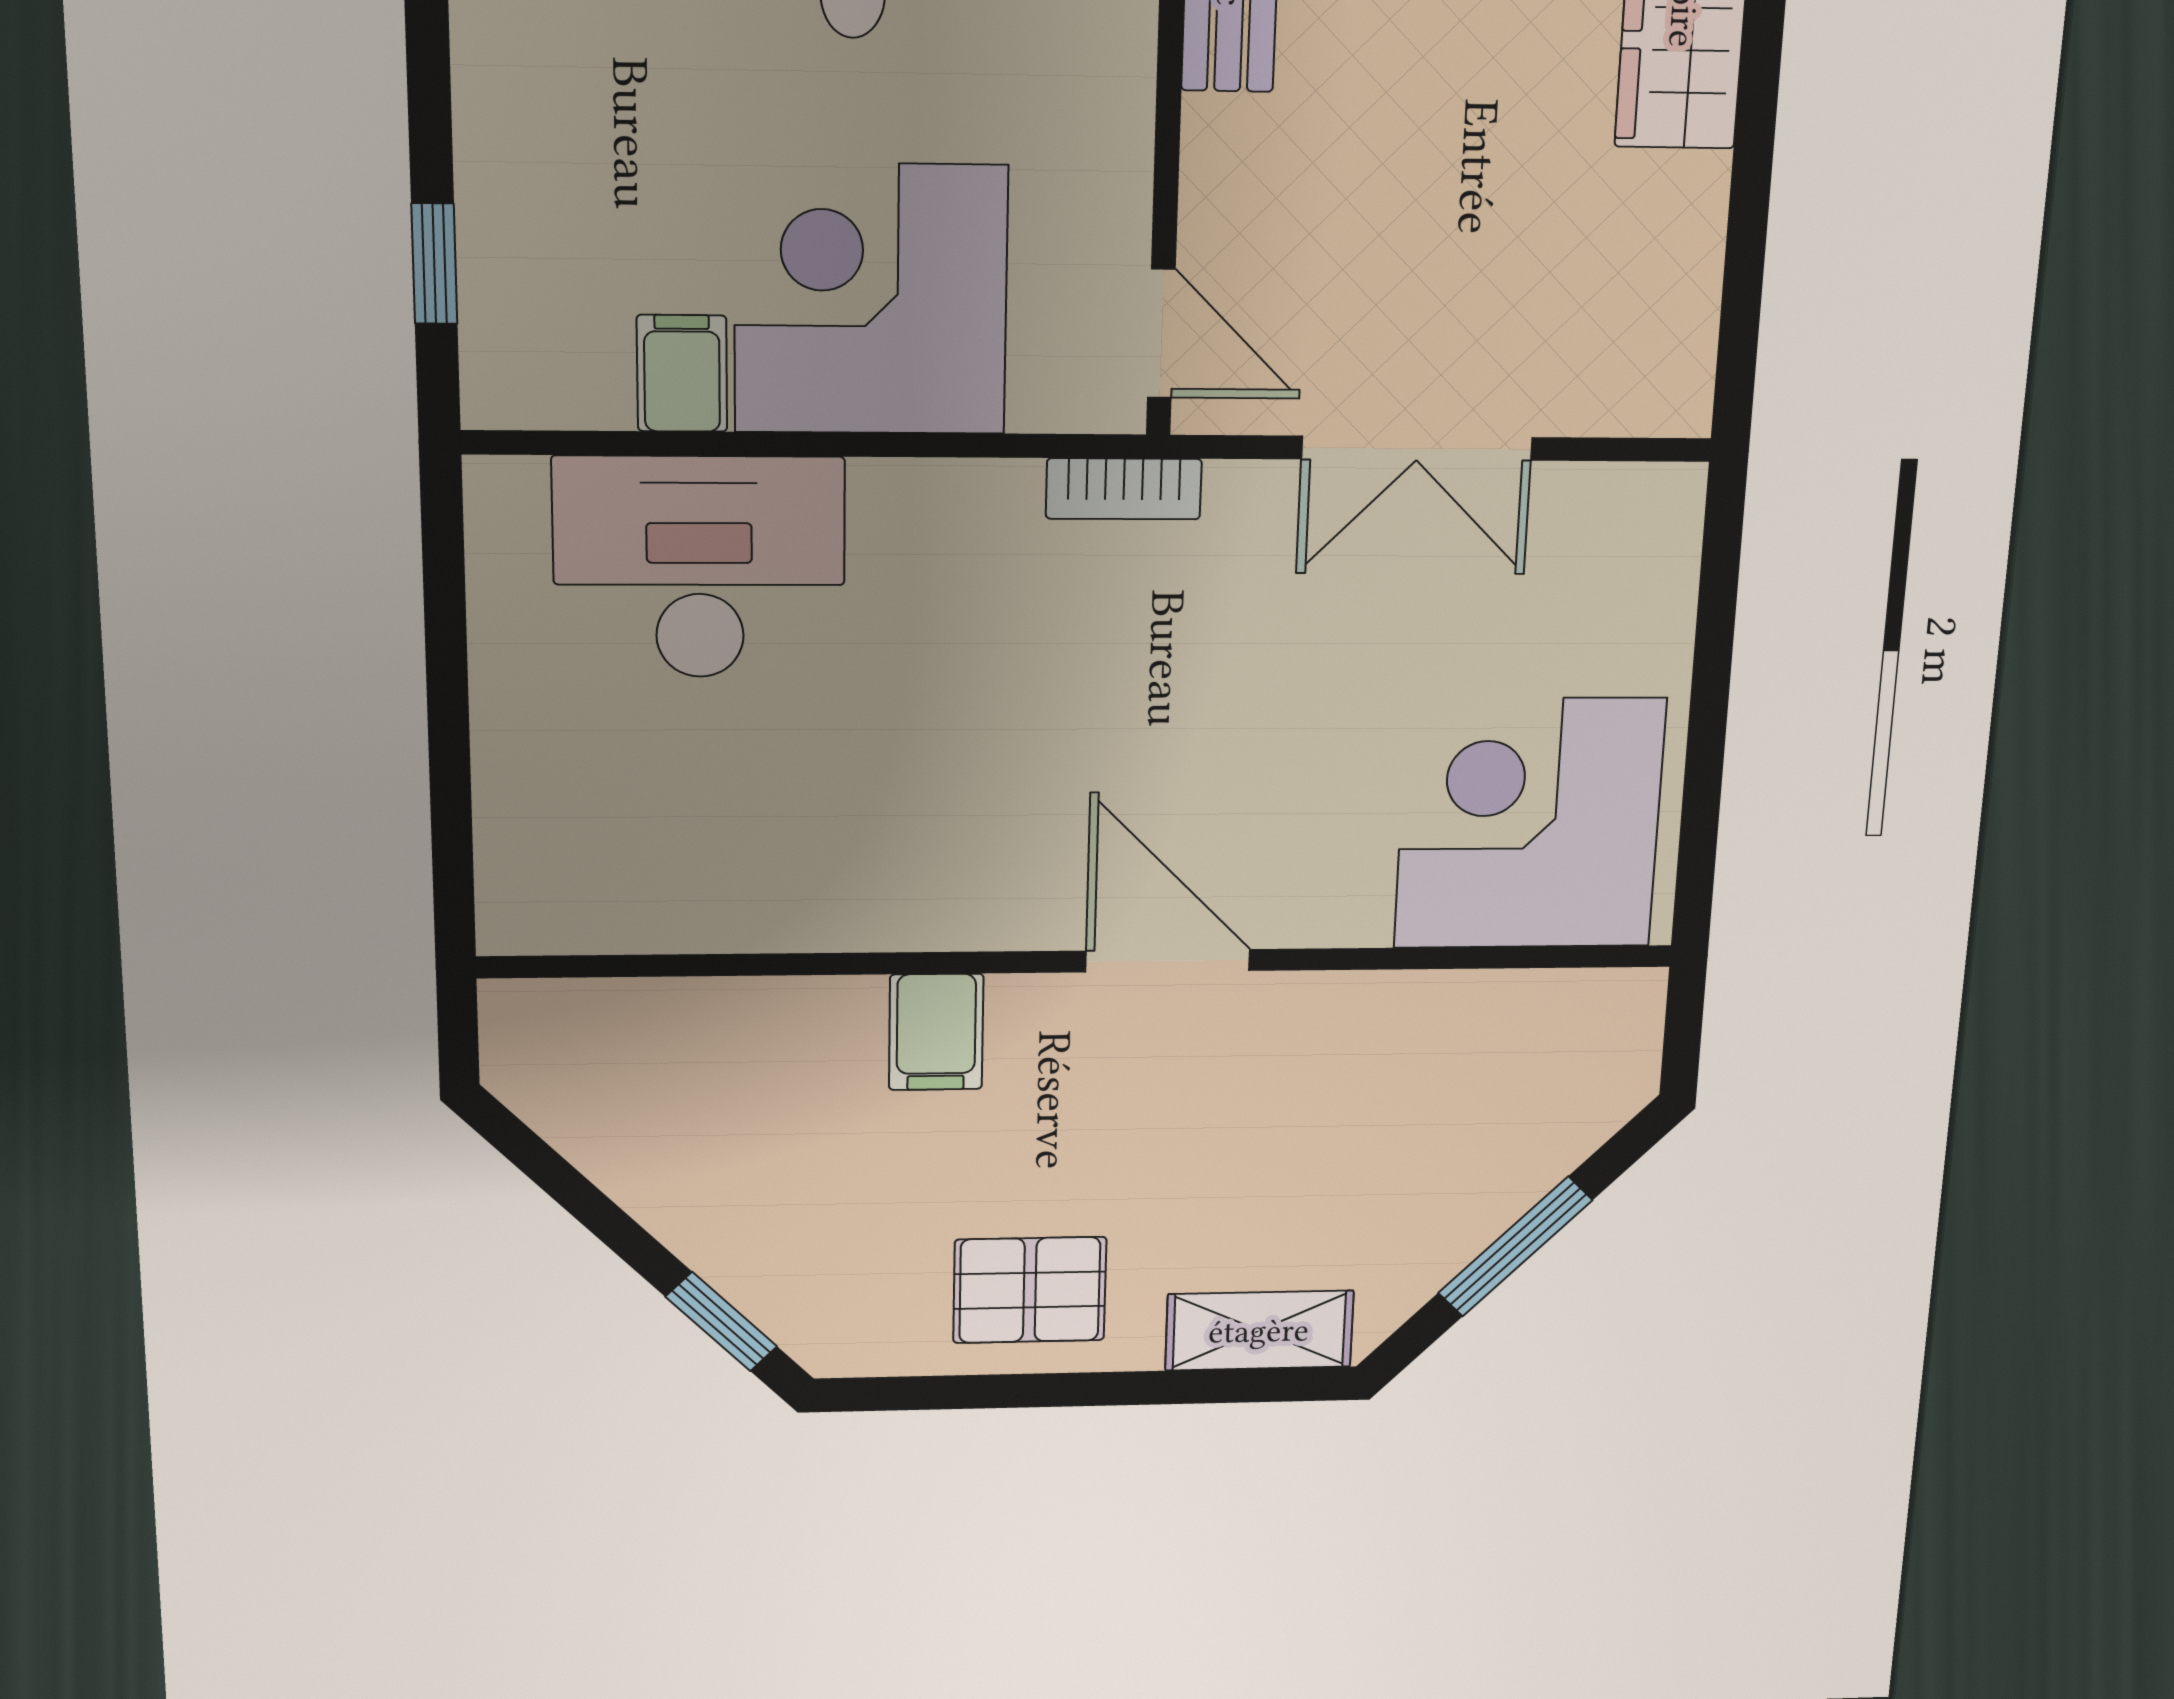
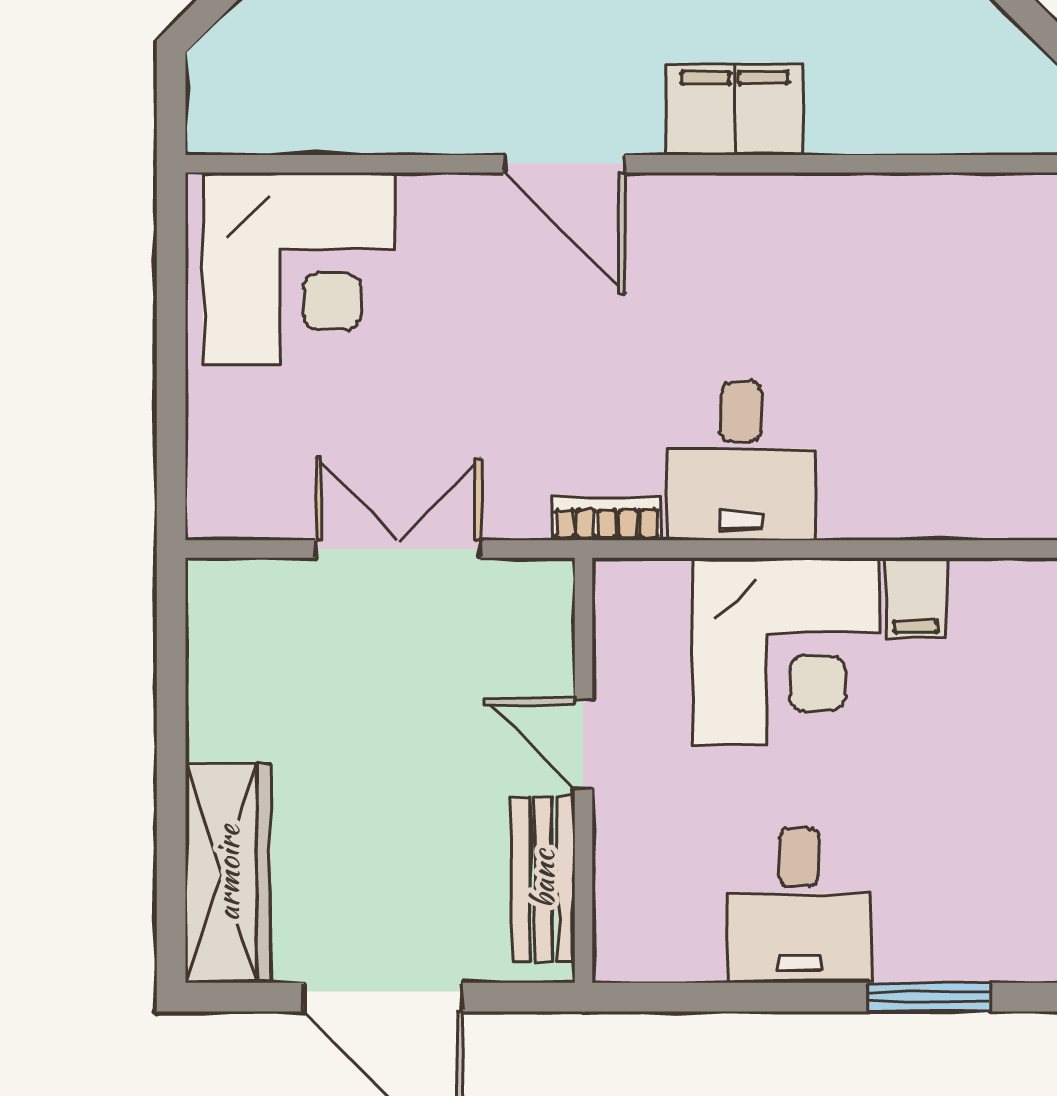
door: (1161, 333) -> (583, 744), moved
desk: (699, 567) -> (741, 461), moved, width x0.73
filing cabinet: (936, 1032) -> (734, 110), width x2.00

